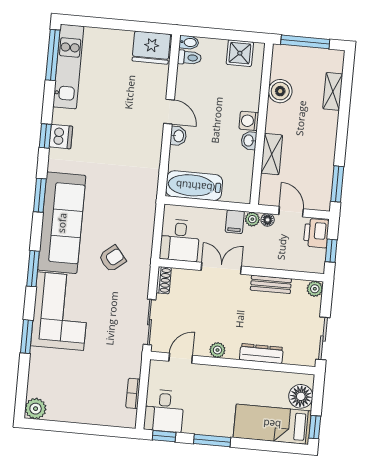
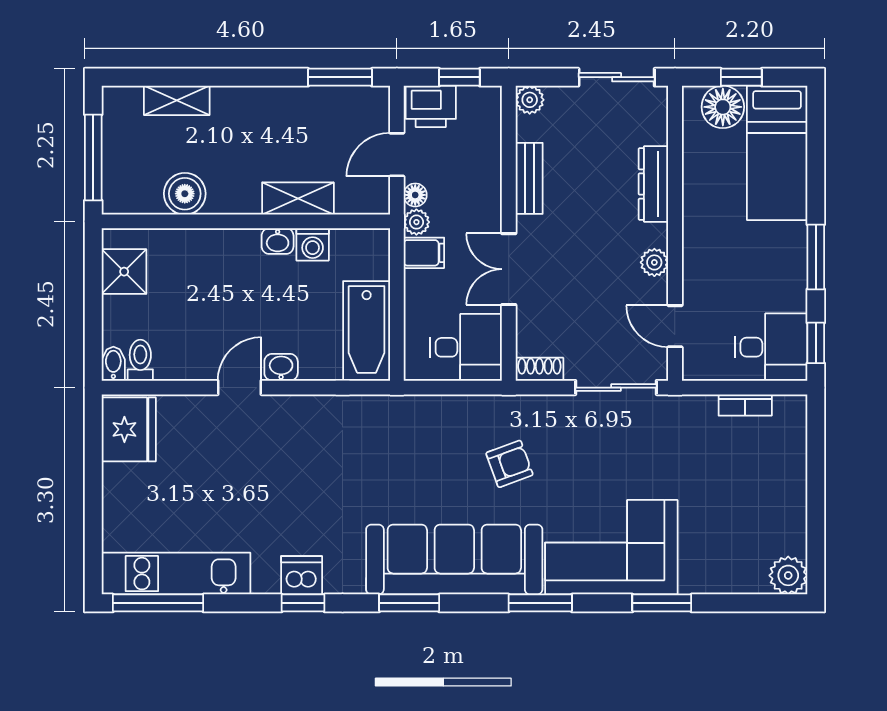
washing machine: (249, 121) -> (313, 244), moved
armchair: (112, 259) -> (509, 464), turned 109
window: (315, 427) -> (741, 77), moved

